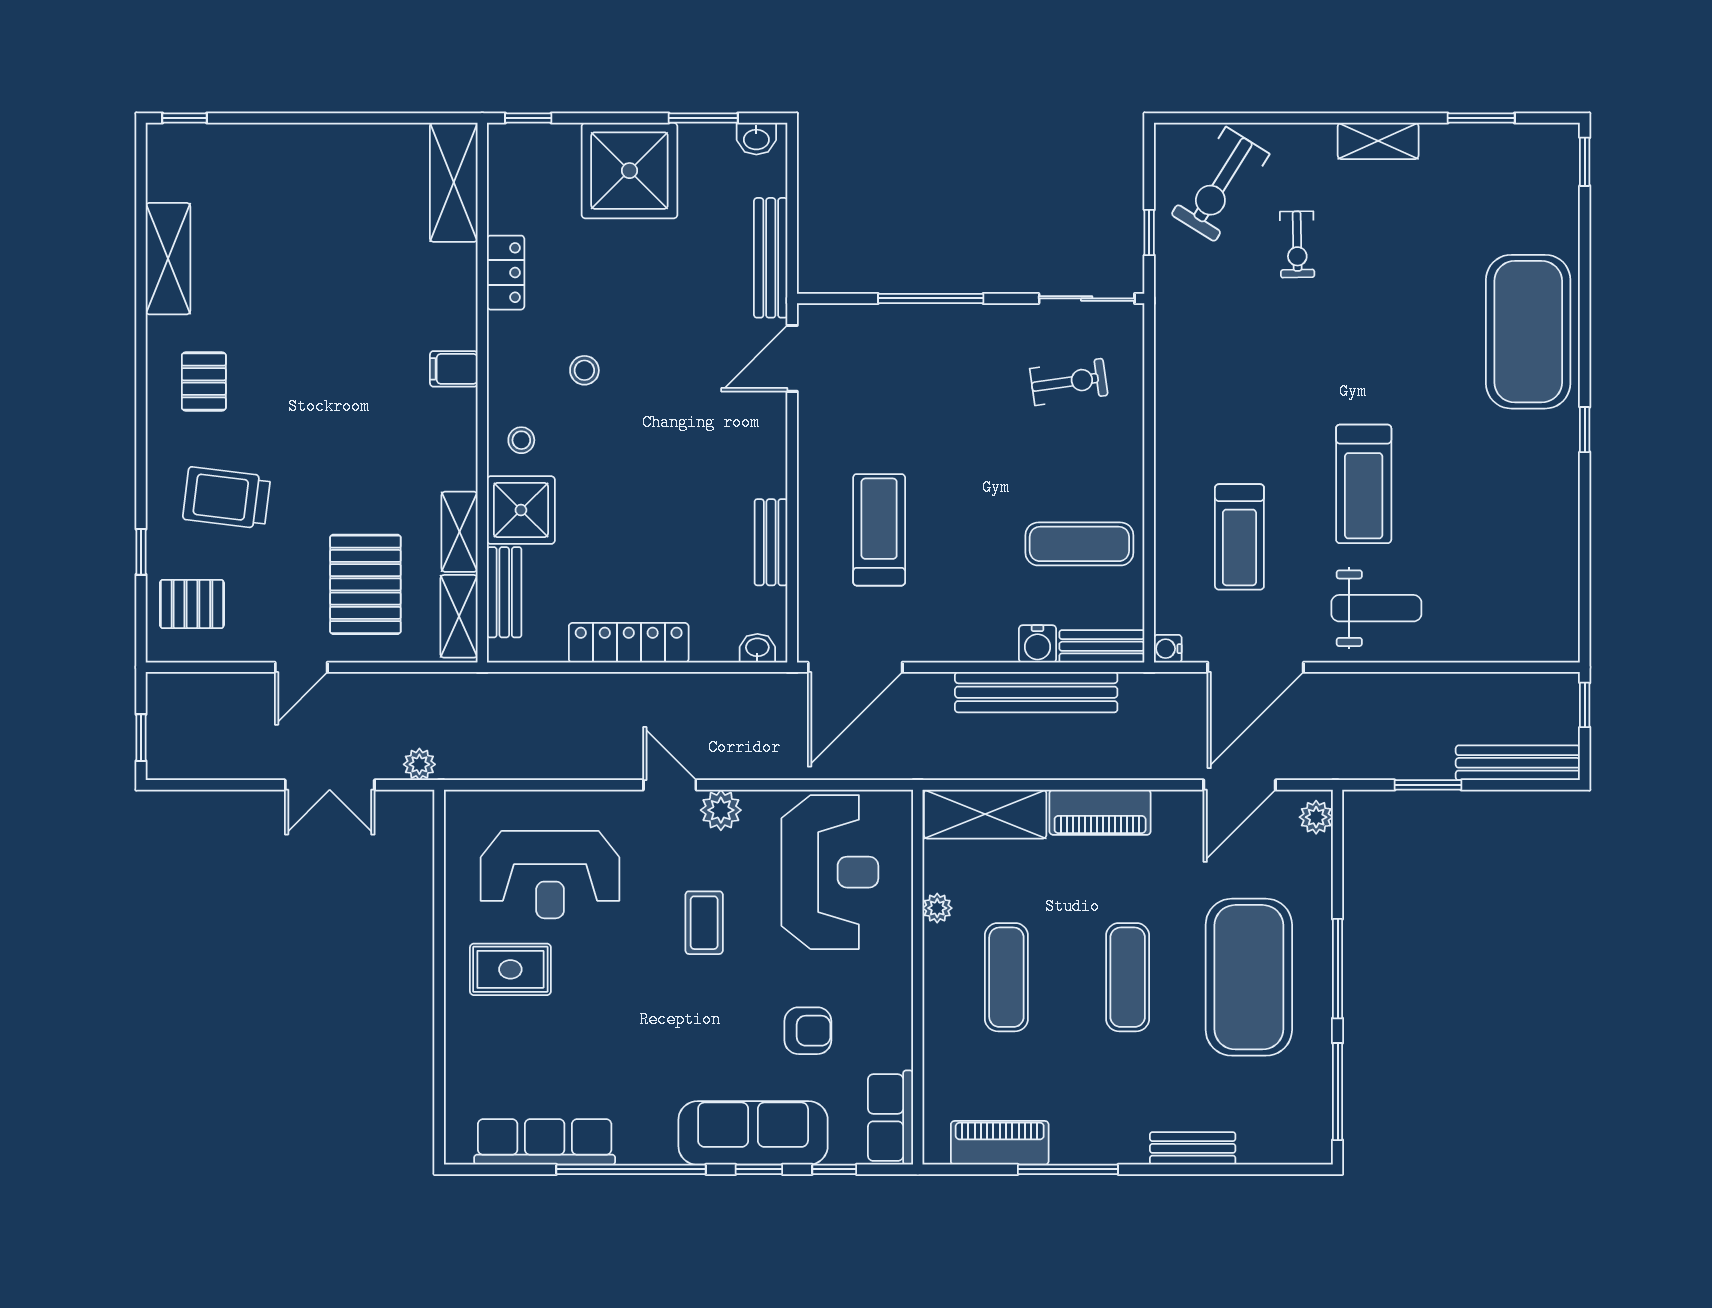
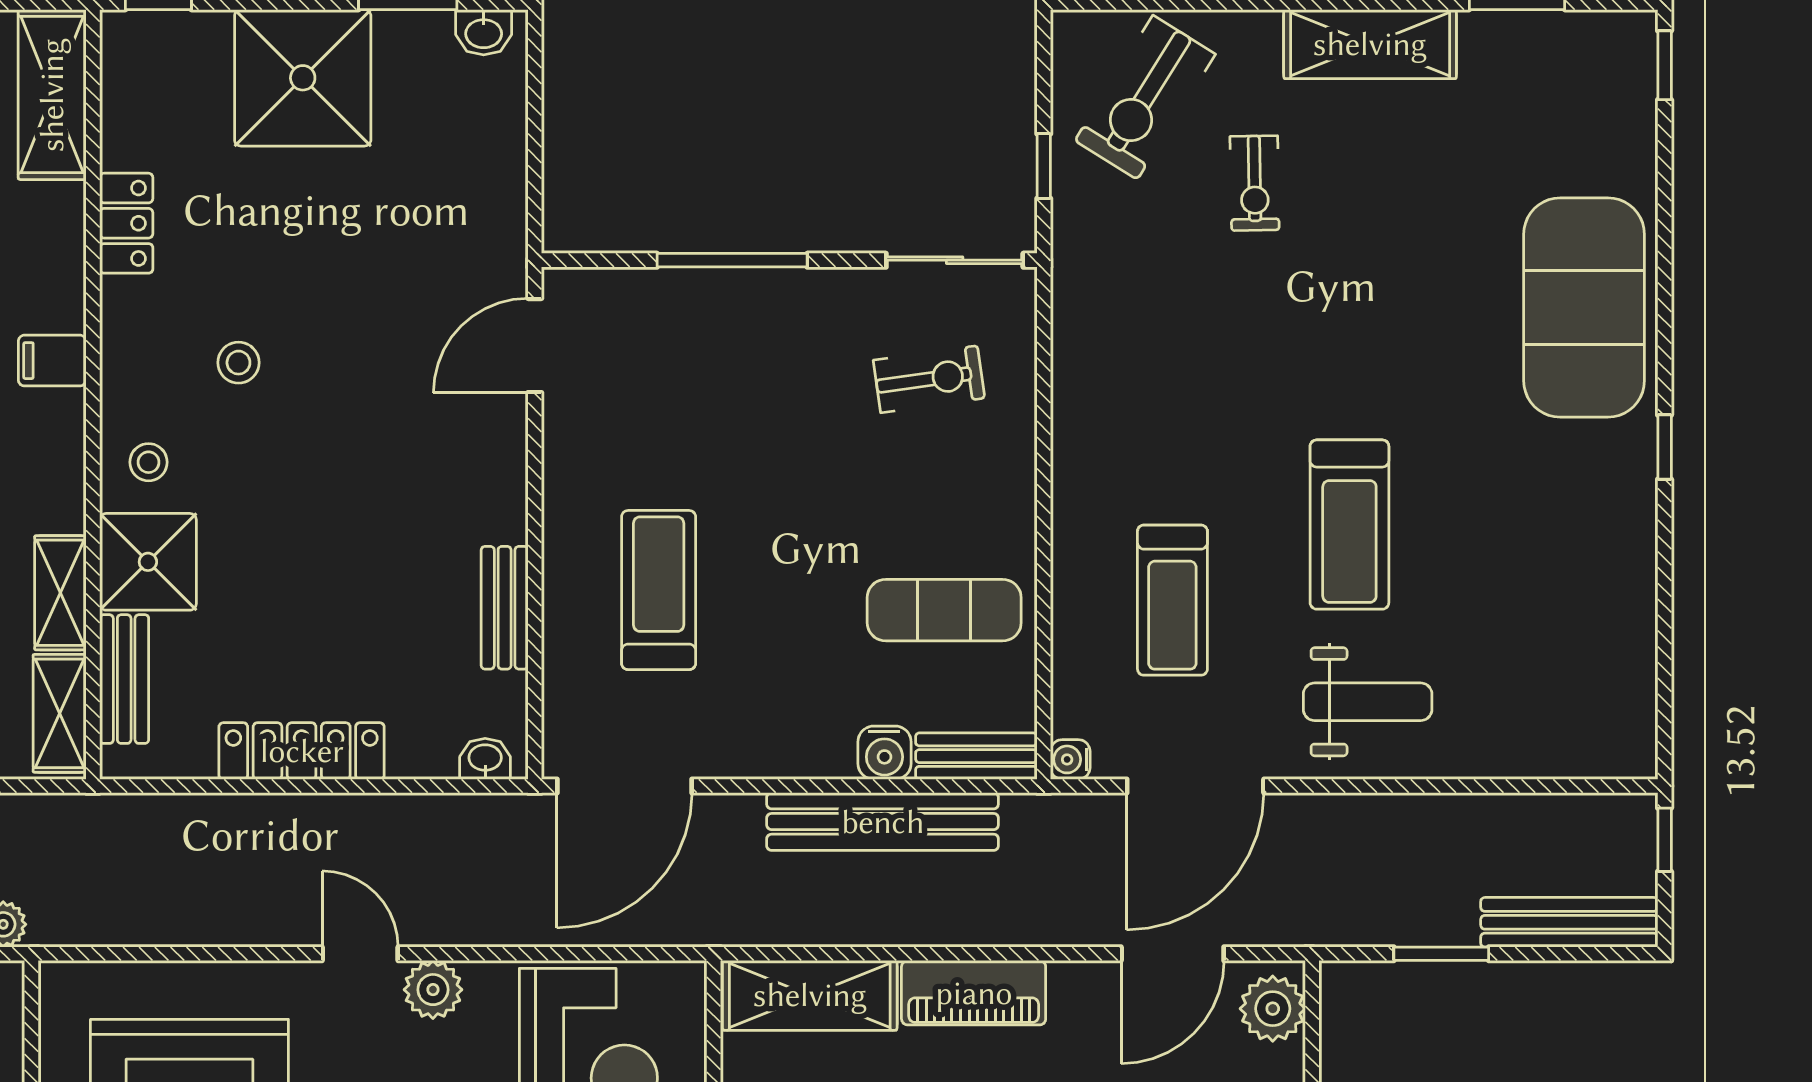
shelving: (1378, 141) -> (1370, 44), width x1.50, depth x1.33
bench: (771, 258) -> (504, 202), removed
plant: (1316, 817) -> (1273, 1009), width x1.38, depth x1.38

